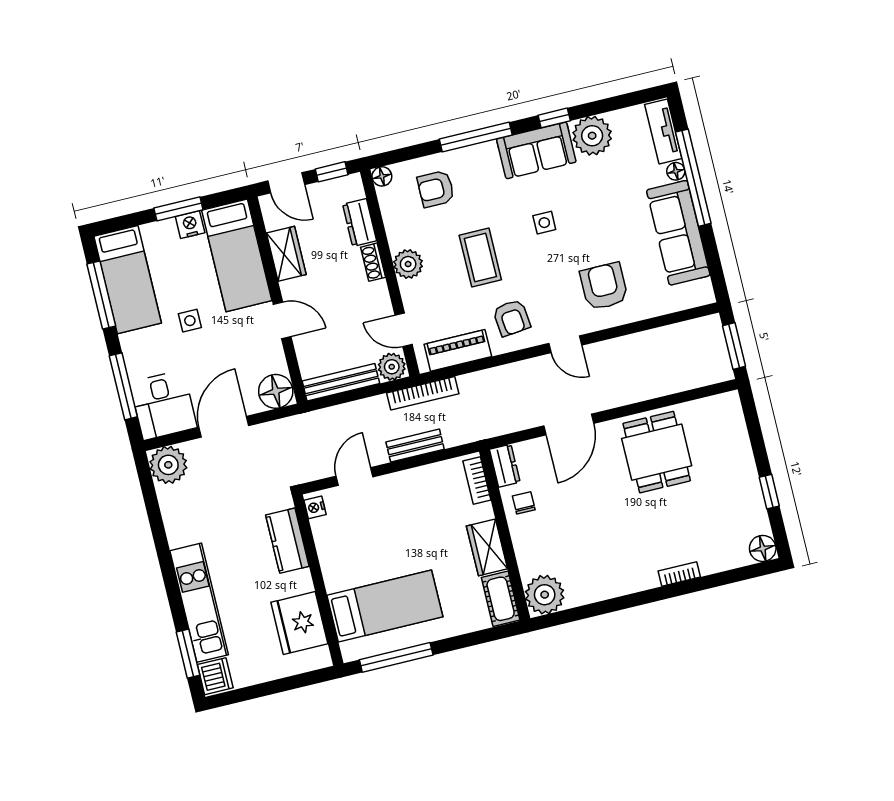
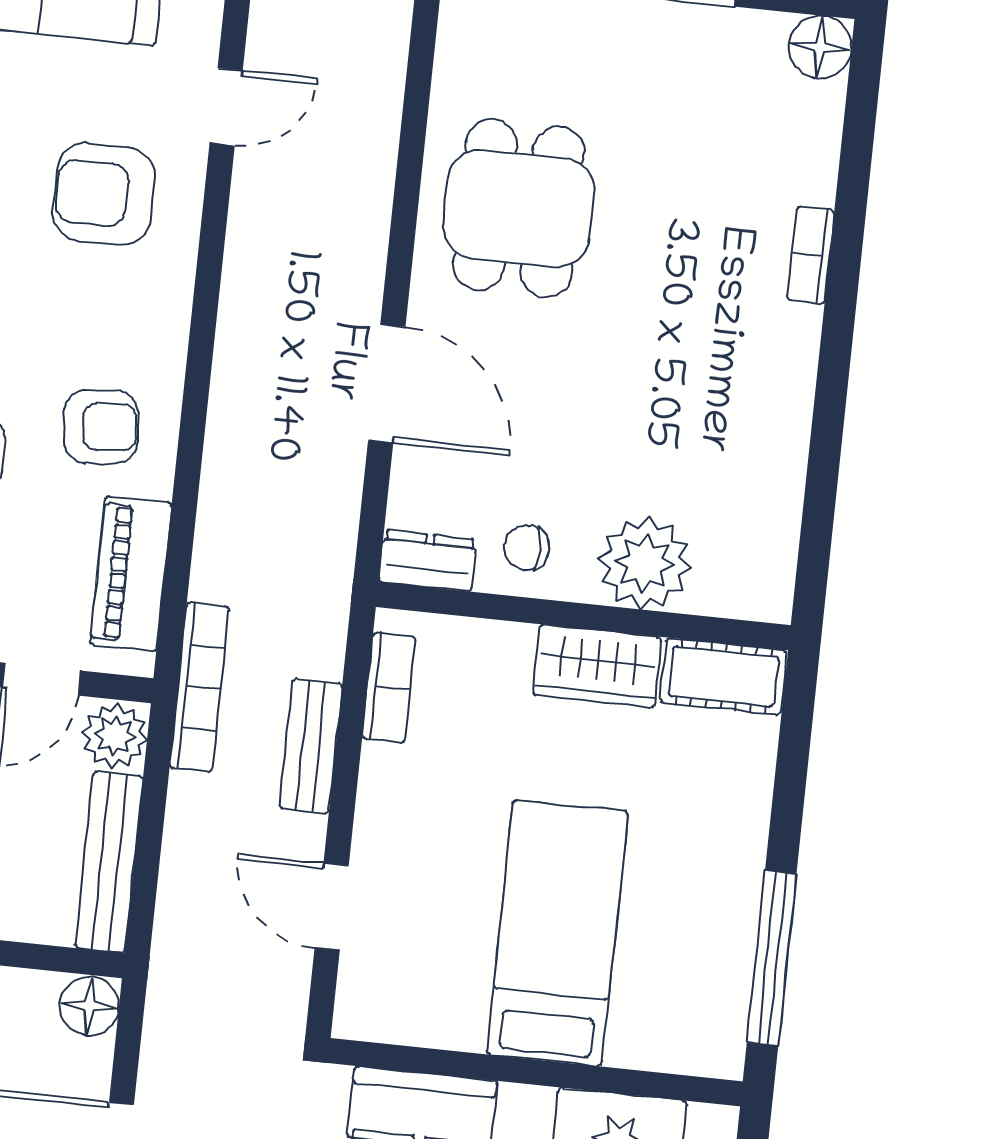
door: (565, 344) -> (226, 107), moved
floor lamp: (276, 391) -> (89, 1006), width x0.73, depth x0.73
dining table: (657, 452) -> (519, 208), turned 90
bookcase: (477, 481) -> (389, 687), moved, turned -90
nightstand: (315, 507) -> (370, 1020), removed
plant: (545, 595) -> (645, 563), moved
bed: (385, 606) -> (557, 933), moved

